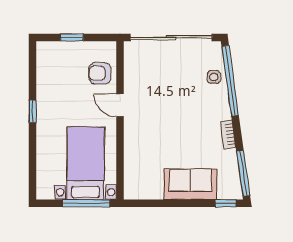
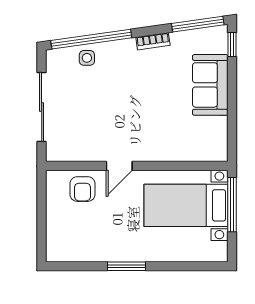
window: (72, 38) -> (42, 221), removed
sliding door: (171, 38) -> (42, 107), width x0.73
window: (33, 111) -> (126, 266), width x1.50

